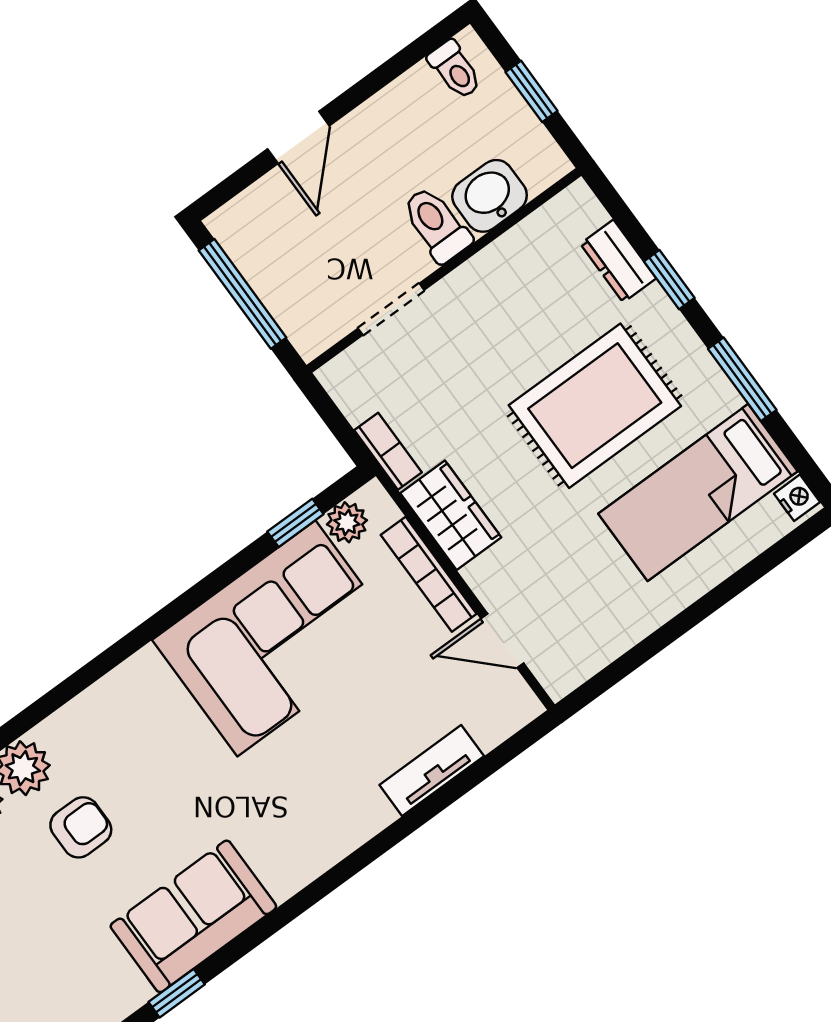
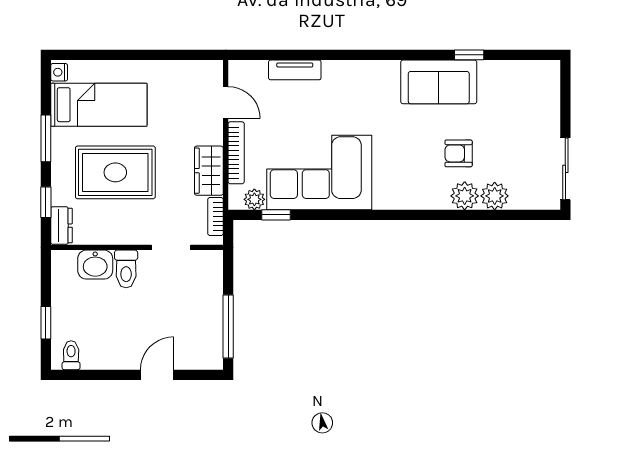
washbasin: (490, 196) -> (95, 265), moved
toilet: (436, 224) -> (126, 269), moved
wall: (444, 270) -> (137, 247), moved
doorway: (391, 309) -> (171, 247), moved

